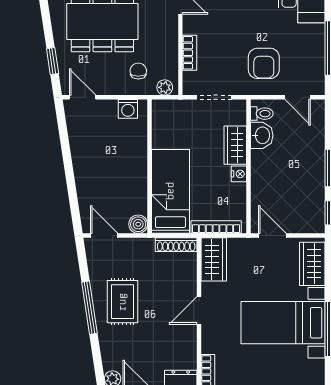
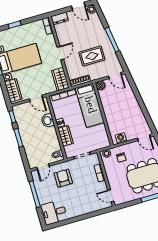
door: (298, 97) -> (43, 167), swing flipped
washbasin: (262, 135) -> (48, 121), moved
rug: (122, 302) -> (92, 56), moved, turned 90

